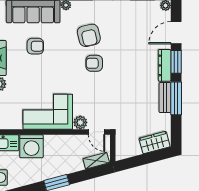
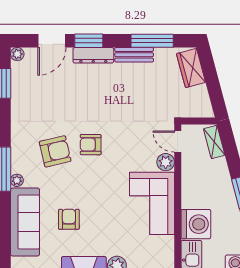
door: (176, 33) -> (52, 41), hinge flipped
armchair: (94, 63) -> (91, 145), turned 90
window: (176, 98) -> (152, 41), moved
door: (97, 132) -> (178, 142), swing flipped

